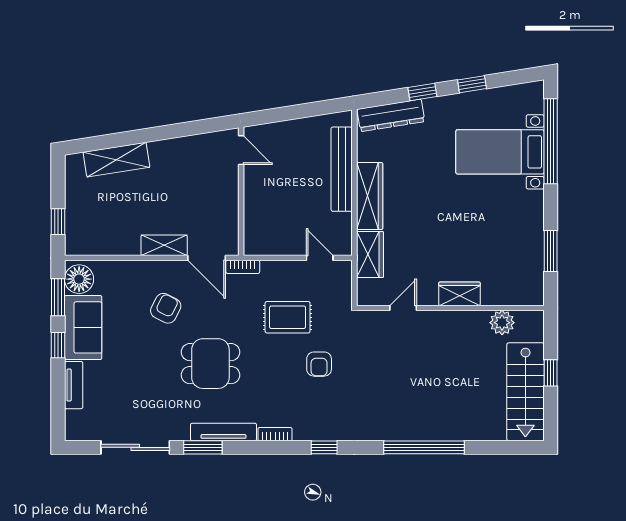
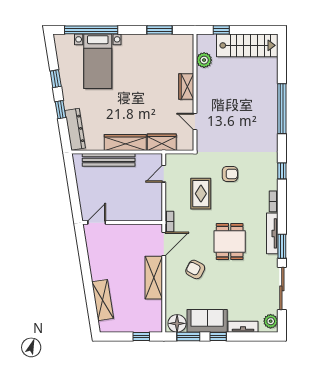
shelving: (164, 245) -> (154, 278), width x1.50, depth x1.33
window: (551, 373) -> (221, 30), moved
plant: (83, 430) -> (271, 321), added

